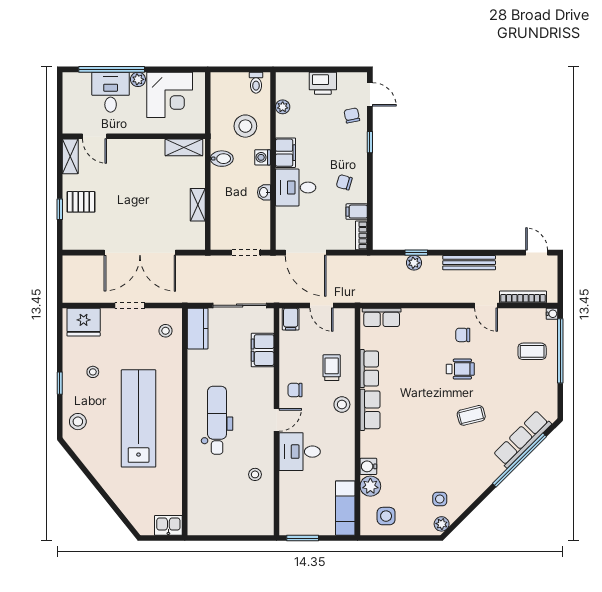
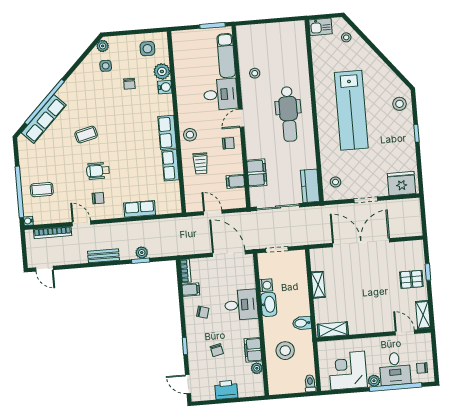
toilet: (256, 83) -> (310, 383), moved
chair: (77, 90) -> (422, 368), added
chair: (352, 115) -> (217, 350), moved
filing cabinet: (285, 153) -> (253, 350), moved
washing machine: (263, 157) -> (266, 285), moved
washbasin: (264, 192) -> (269, 304), width x1.91, depth x1.45
bench: (469, 263) -> (103, 256), width x0.73
row of seats: (382, 317) -> (140, 209), moved
filing cabinet: (291, 319) -> (235, 181), moved, turned -90
stool: (93, 372) -> (346, 37), moved
chair: (412, 474) -> (129, 84), added
exam couch: (345, 508) -> (226, 56), moved, turned 180

